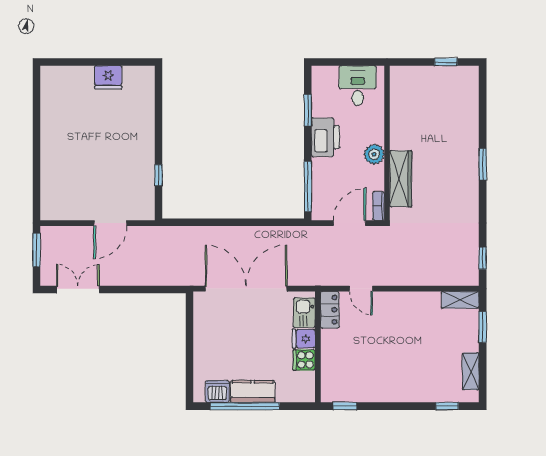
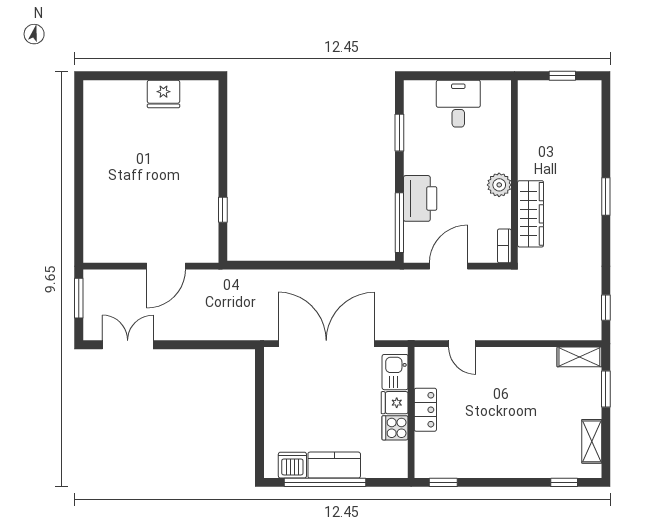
printer: (325, 137) -> (420, 198), moved
wall: (387, 143) -> (514, 172), moved
plant: (374, 154) -> (499, 185), moved
wardrobe: (401, 179) -> (531, 214), moved
bookcase: (378, 206) -> (504, 246), moved
locker: (330, 310) -> (425, 410), moved

